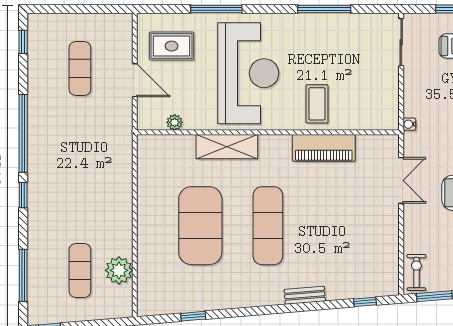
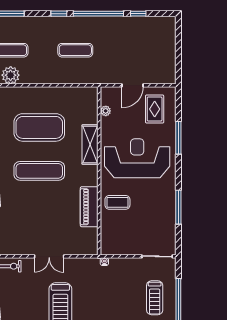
window: (23, 42) -> (138, 14), moved
exercise mat: (80, 69) -> (75, 50), moved
reception desk: (248, 73) -> (137, 158), turned 180
double door: (401, 180) -> (49, 256), moved

